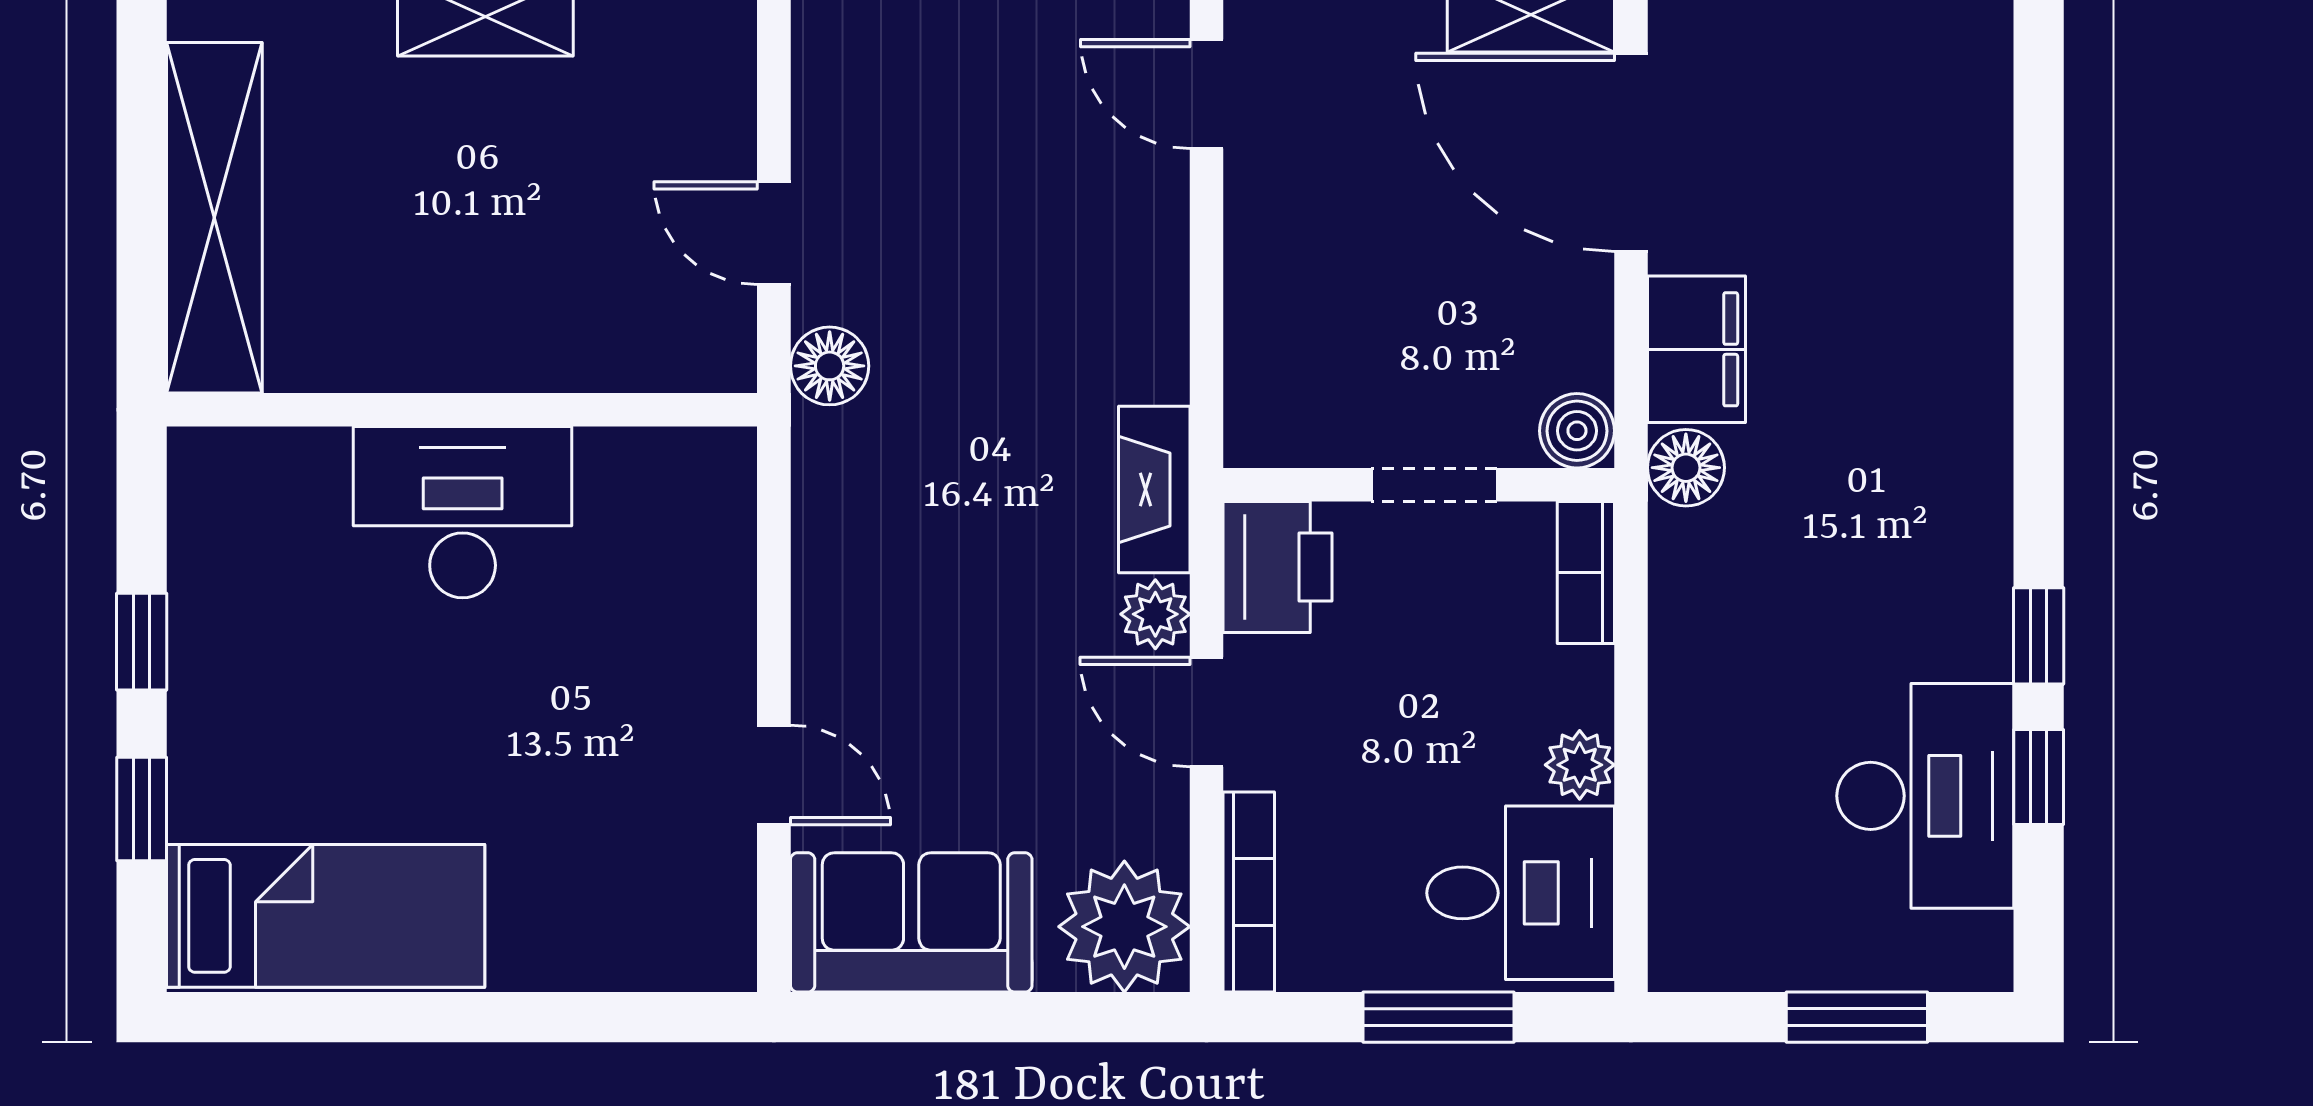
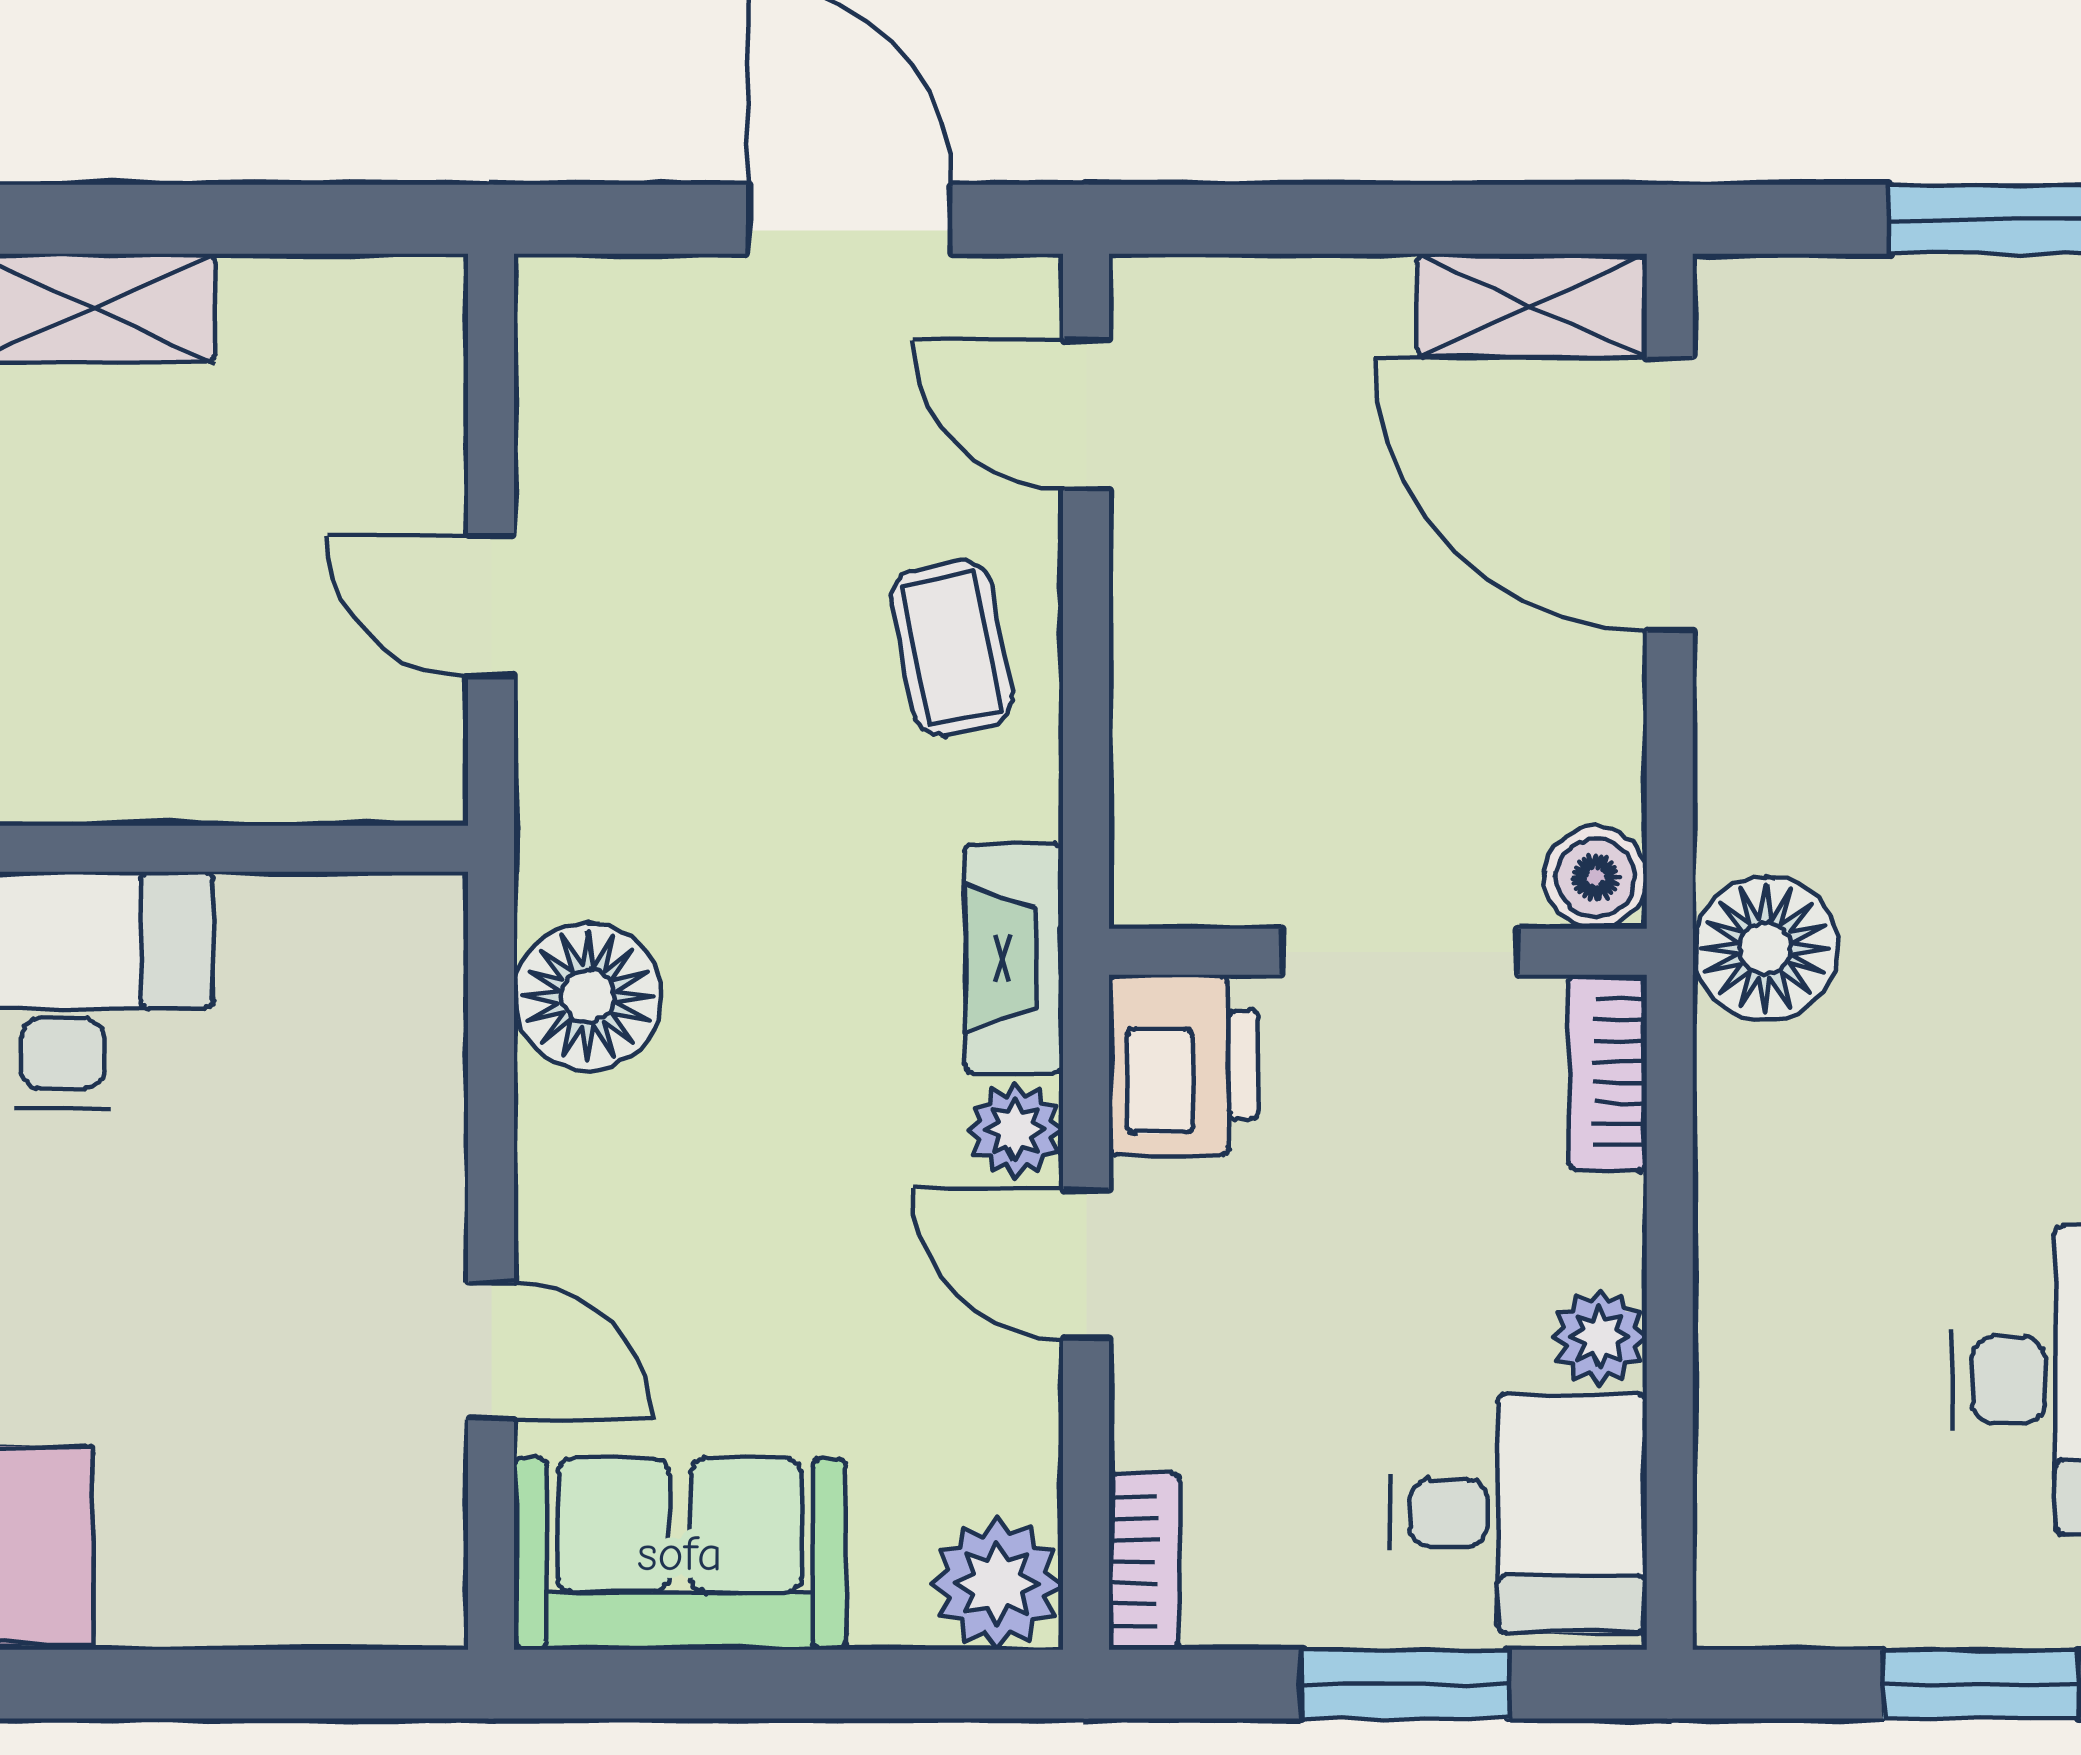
coffee table: (1109, 264) -> (952, 648), added
filing cabinet: (1696, 349) -> (1760, 766), removed
floor lamp: (830, 366) -> (588, 996), moved, width x1.38, depth x1.38
floor lamp: (1686, 468) -> (1765, 948), width x1.38, depth x1.38
doorway: (1434, 485) -> (1399, 952), width x1.38
bookcase: (1249, 892) -> (1144, 1562), width x0.64
plant: (1124, 927) -> (997, 1584), width x0.73, depth x0.73

